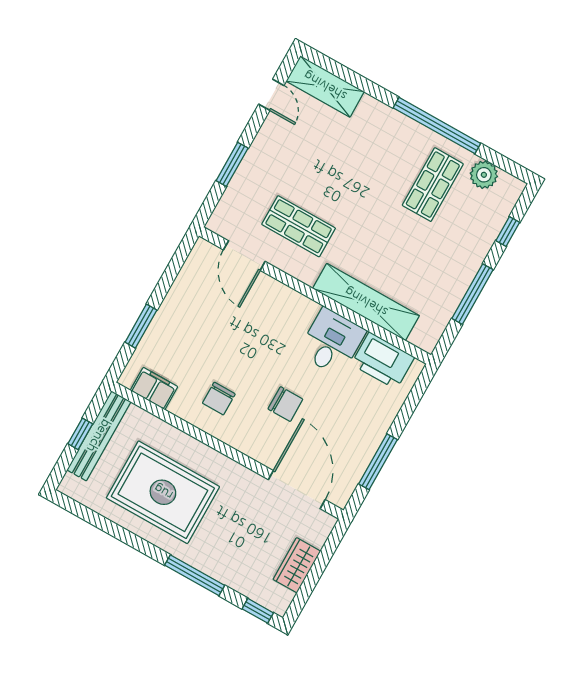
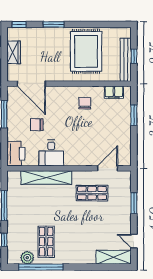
window: (437, 126) -> (41, 267), moved
door: (244, 256) -> (108, 168), hinge flipped
printer: (383, 361) -> (16, 154), moved, turned 90
chair: (285, 404) -> (37, 125), moved
rug: (163, 492) -> (86, 51), turned 90
window: (195, 575) -> (54, 24), width x0.69

